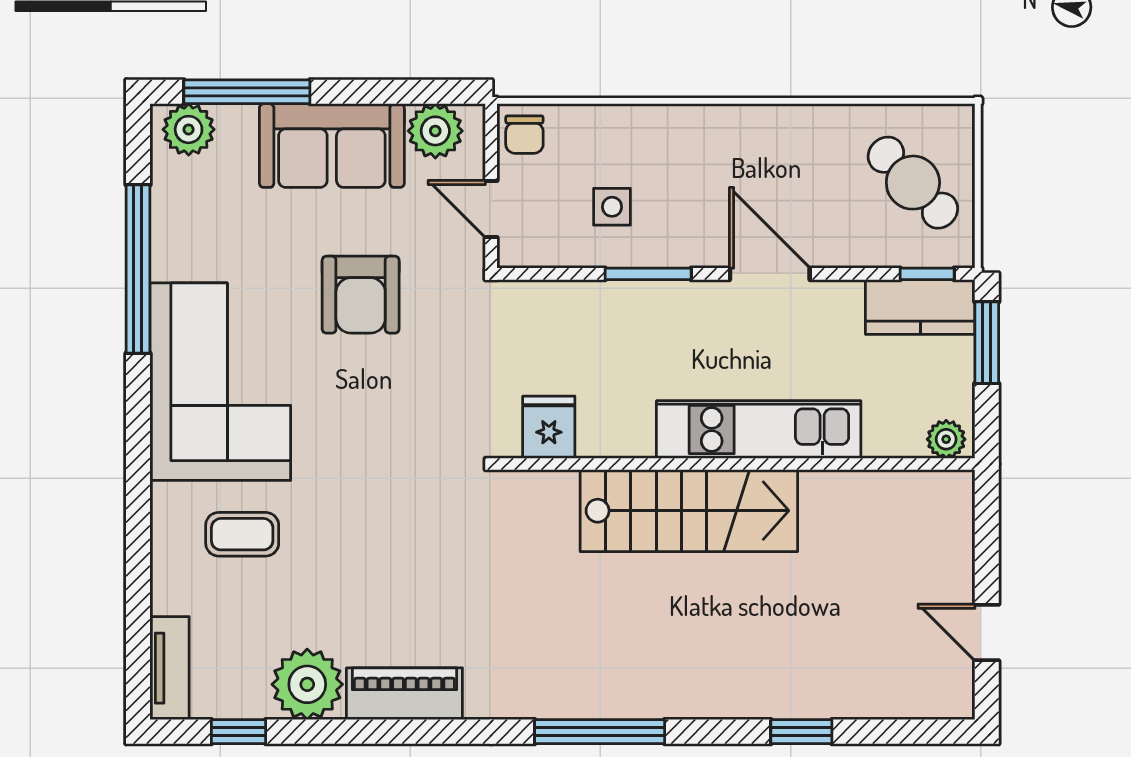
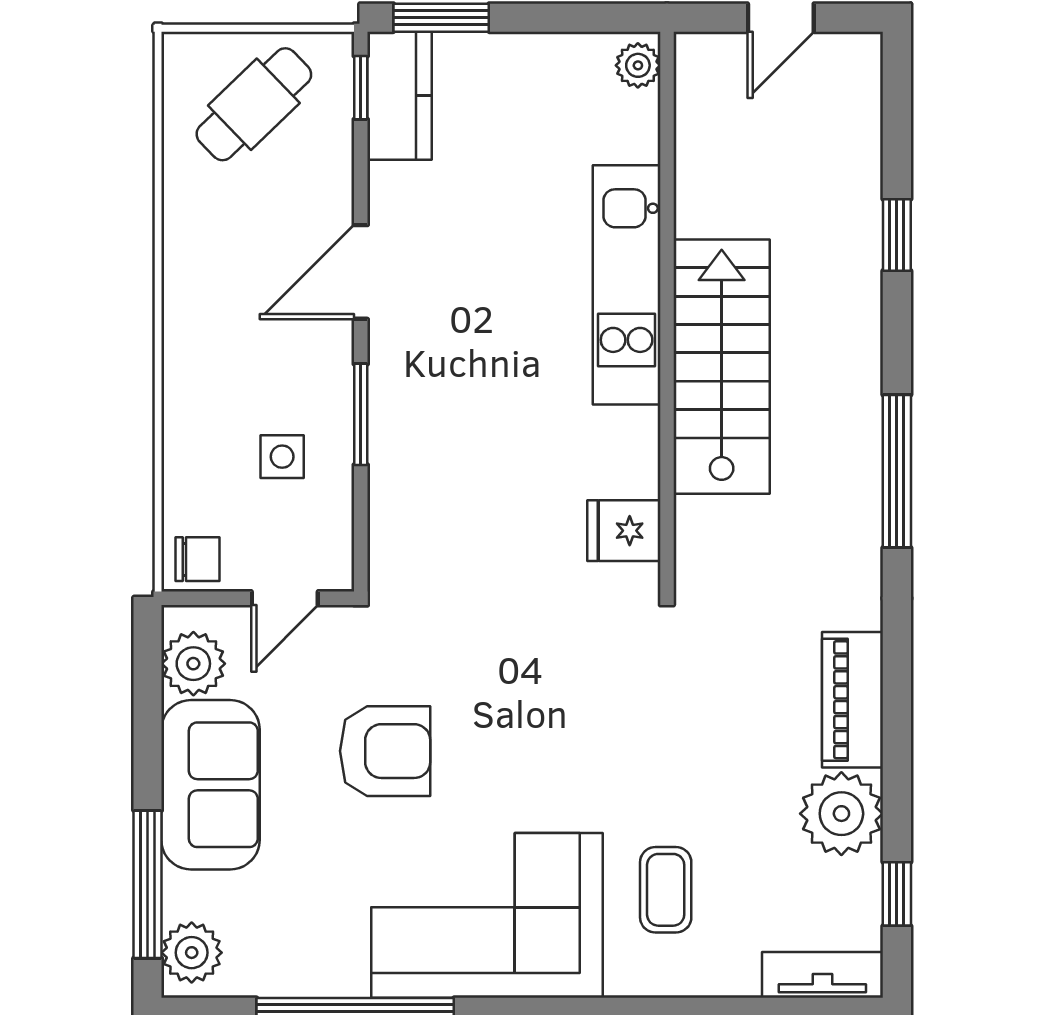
fridge: (549, 427) -> (624, 531), moved
kitchen unit: (759, 430) -> (627, 285), moved
plant: (946, 439) -> (638, 65), moved
wall: (736, 464) -> (667, 312), moved
stairs: (689, 511) -> (722, 367), moved

